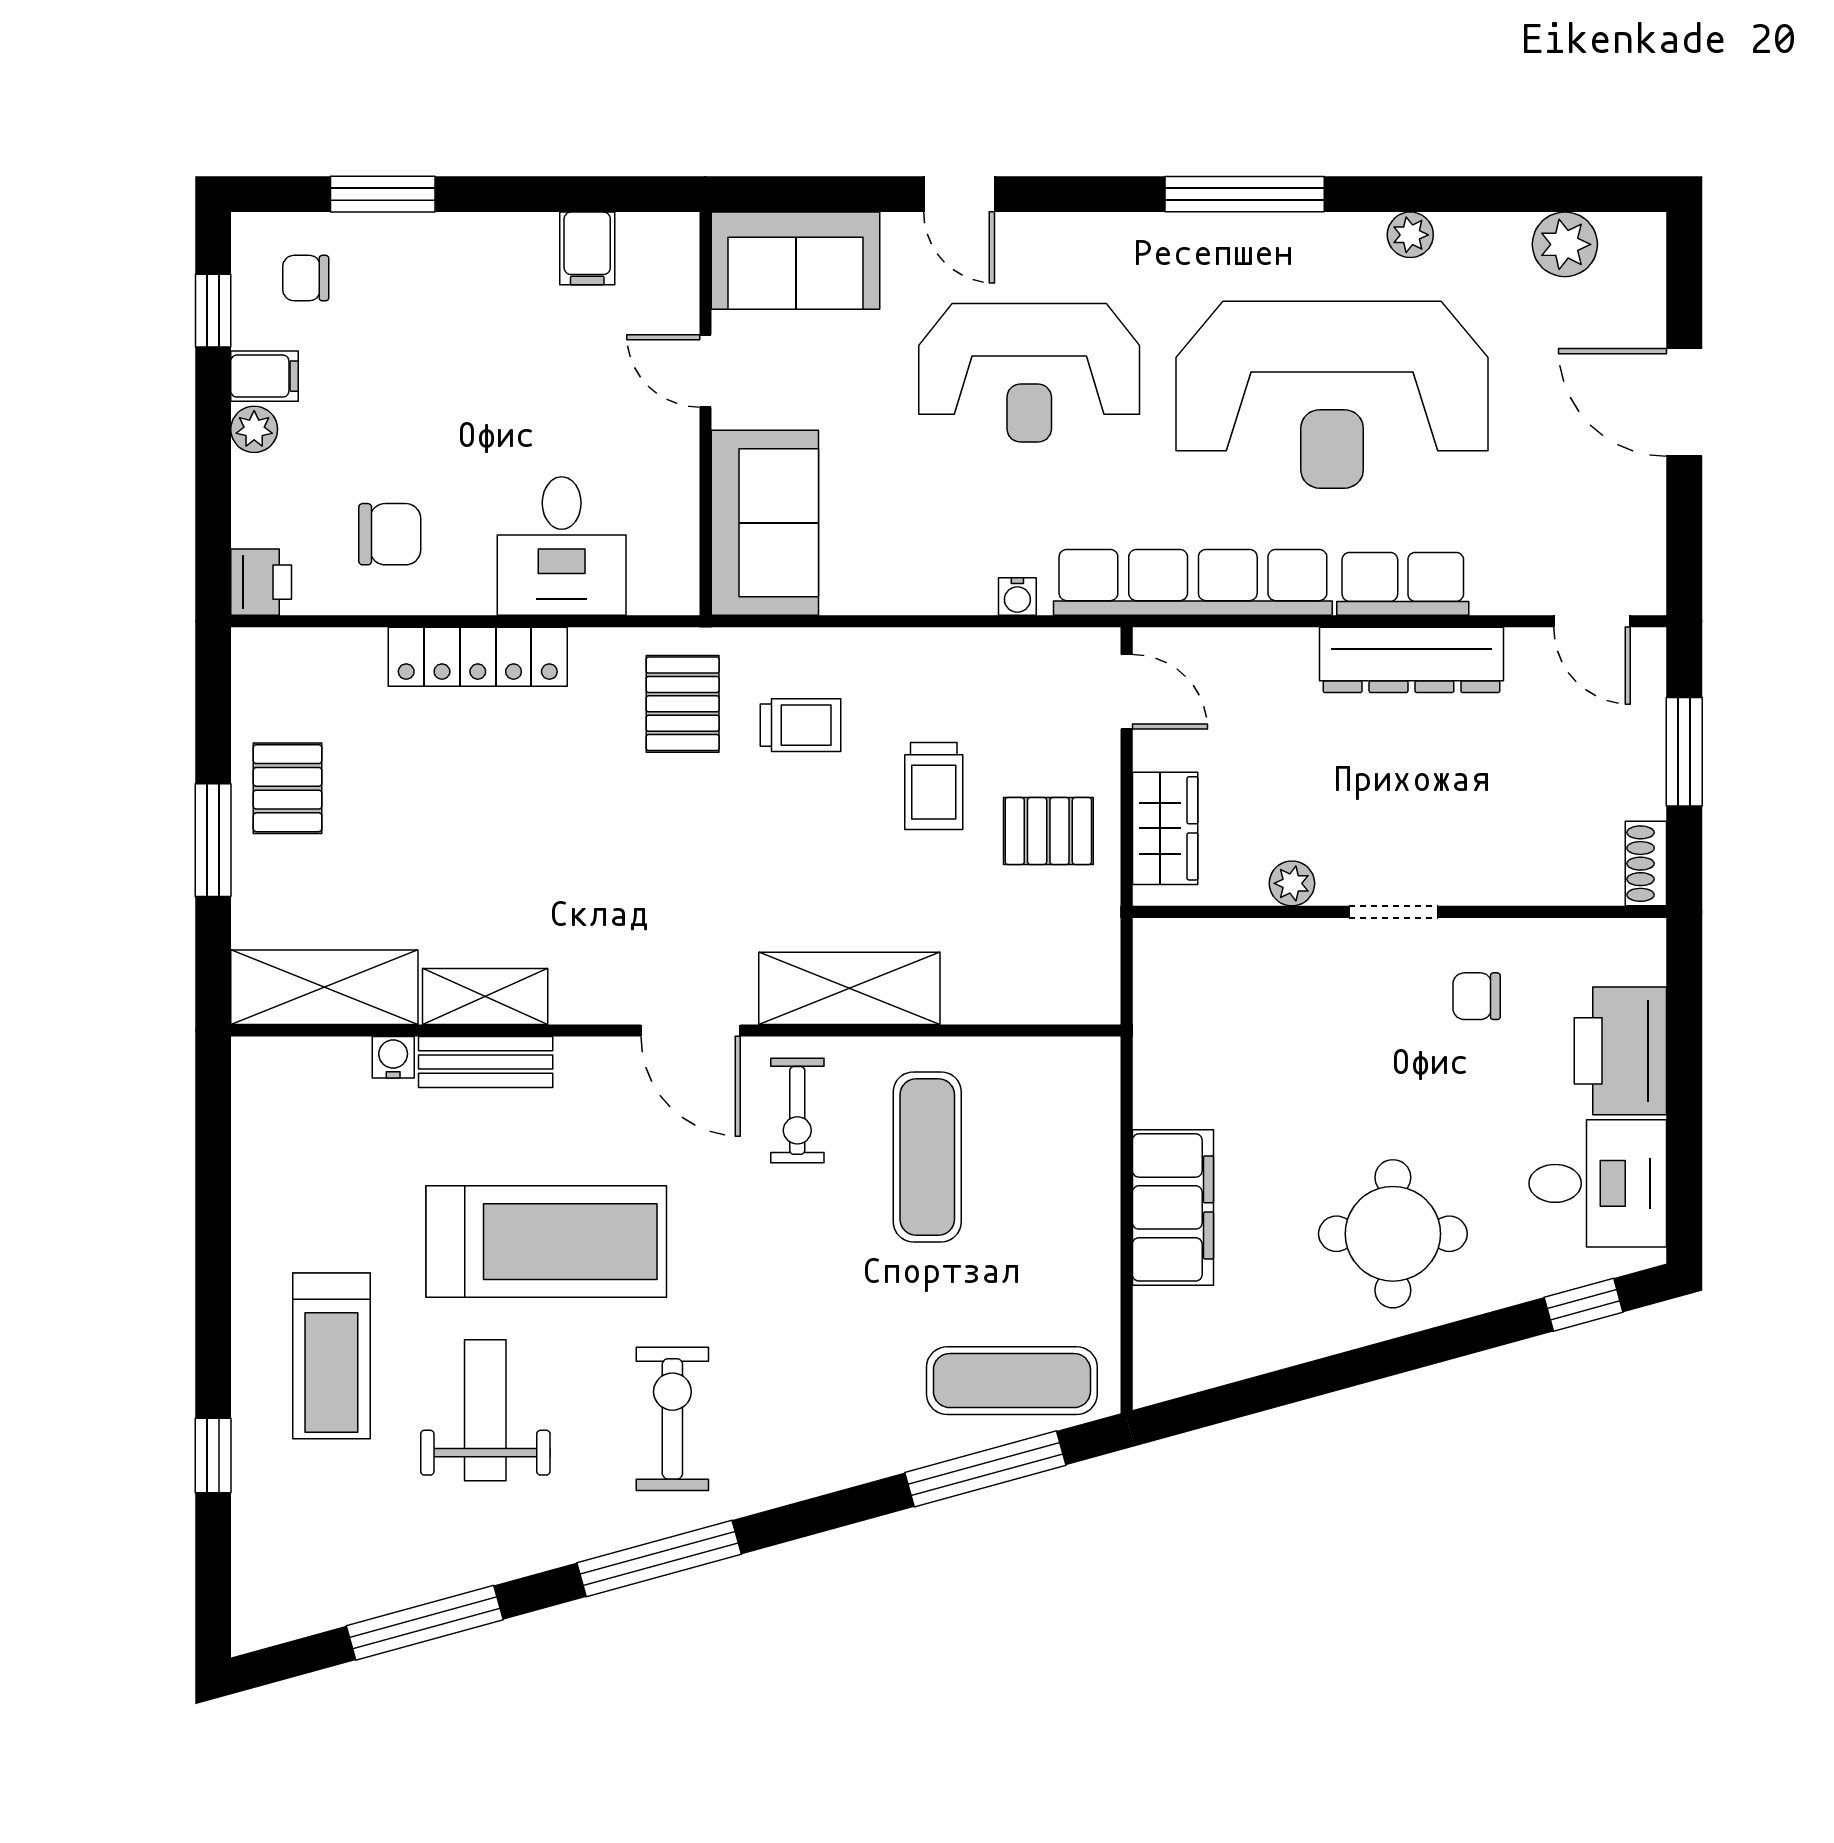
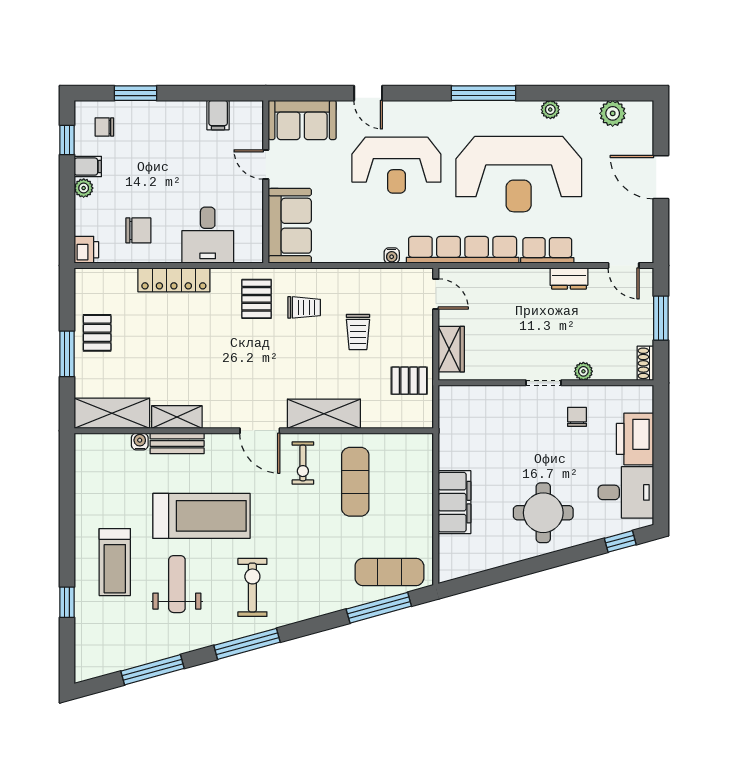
dresser: (1411, 660) -> (569, 279), width x0.51, depth x0.80
pallet: (1048, 831) -> (409, 381), moved
plant: (1292, 883) -> (583, 371), moved
chair: (1477, 996) -> (577, 417), turned 90

